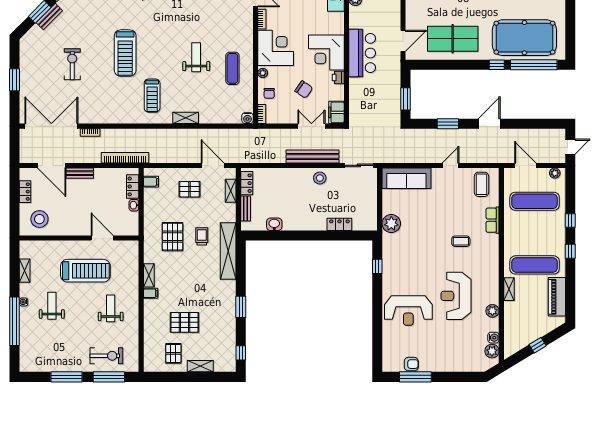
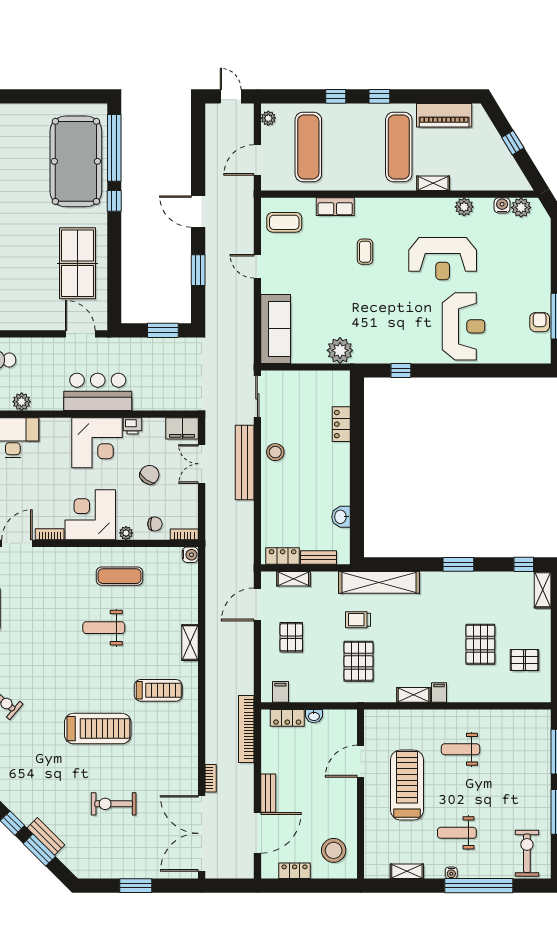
pallet: (173, 237) -> (359, 661), turned 90
exercise bike: (106, 356) -> (527, 853), moved
shelving: (200, 366) -> (543, 590), moved

